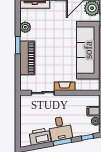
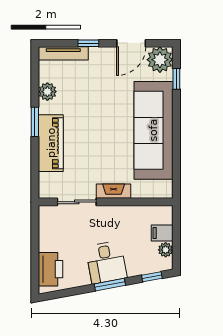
printer: (40, 137) -> (50, 269), moved, turned 101

